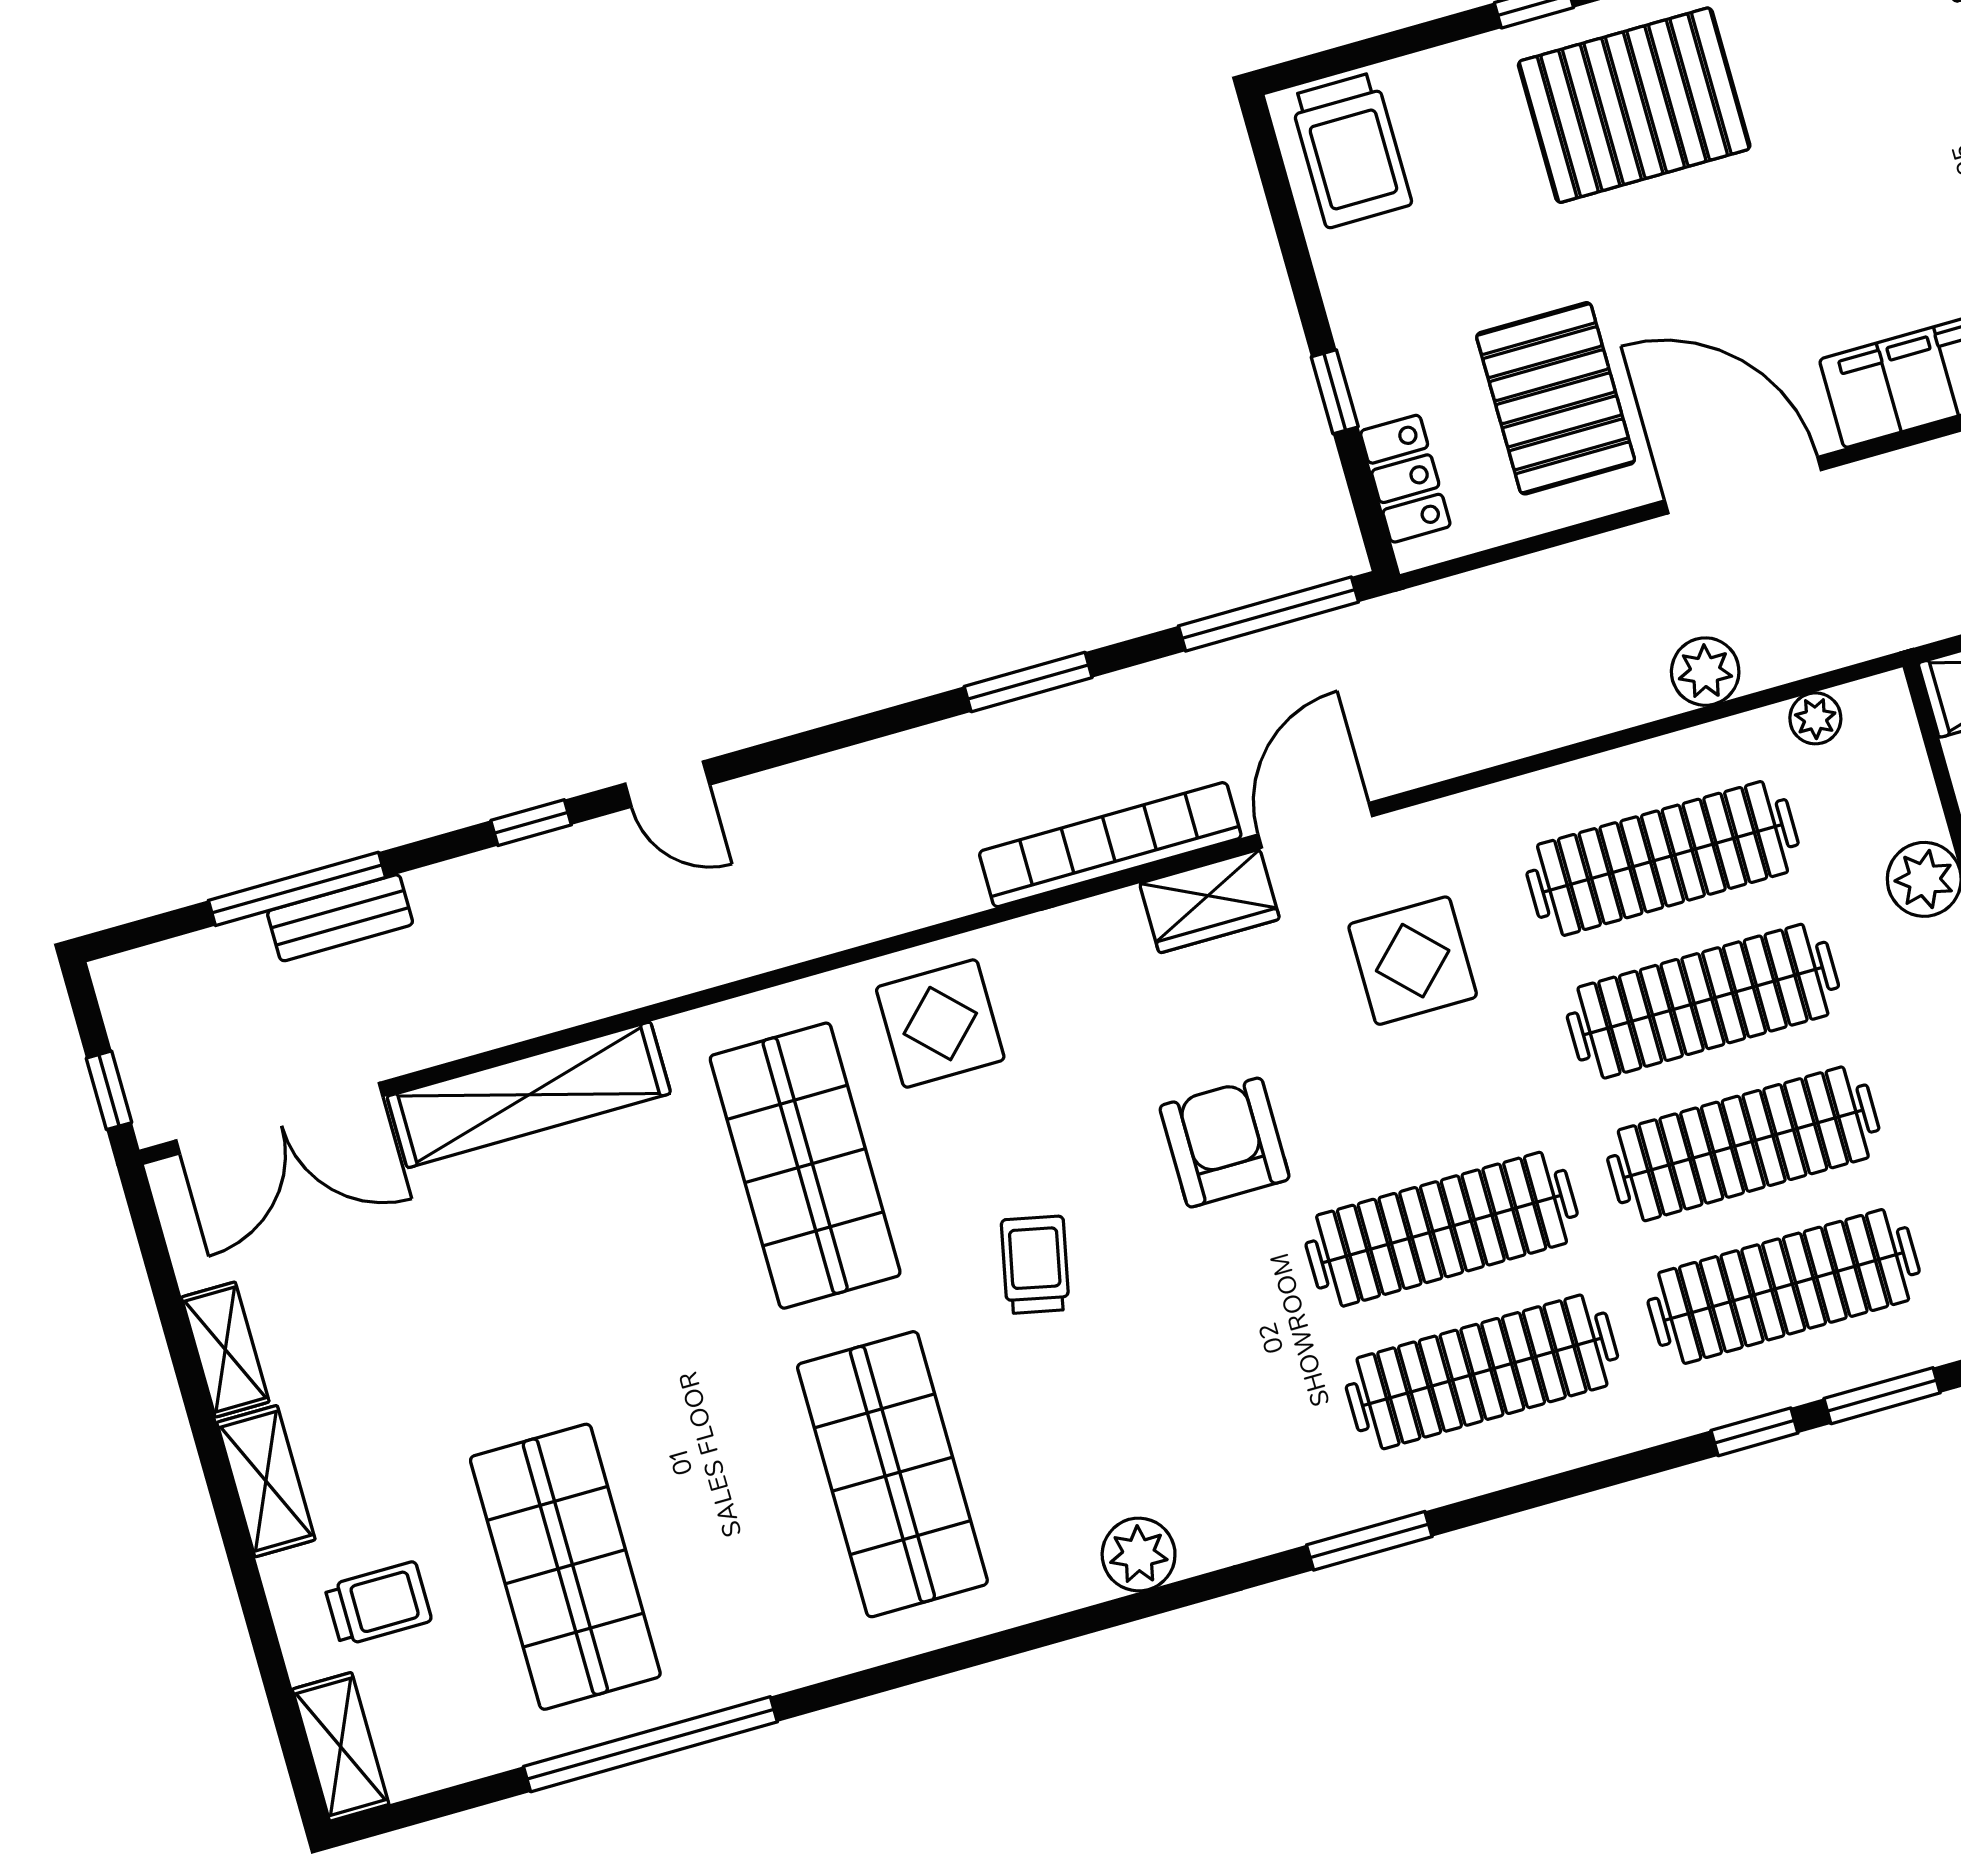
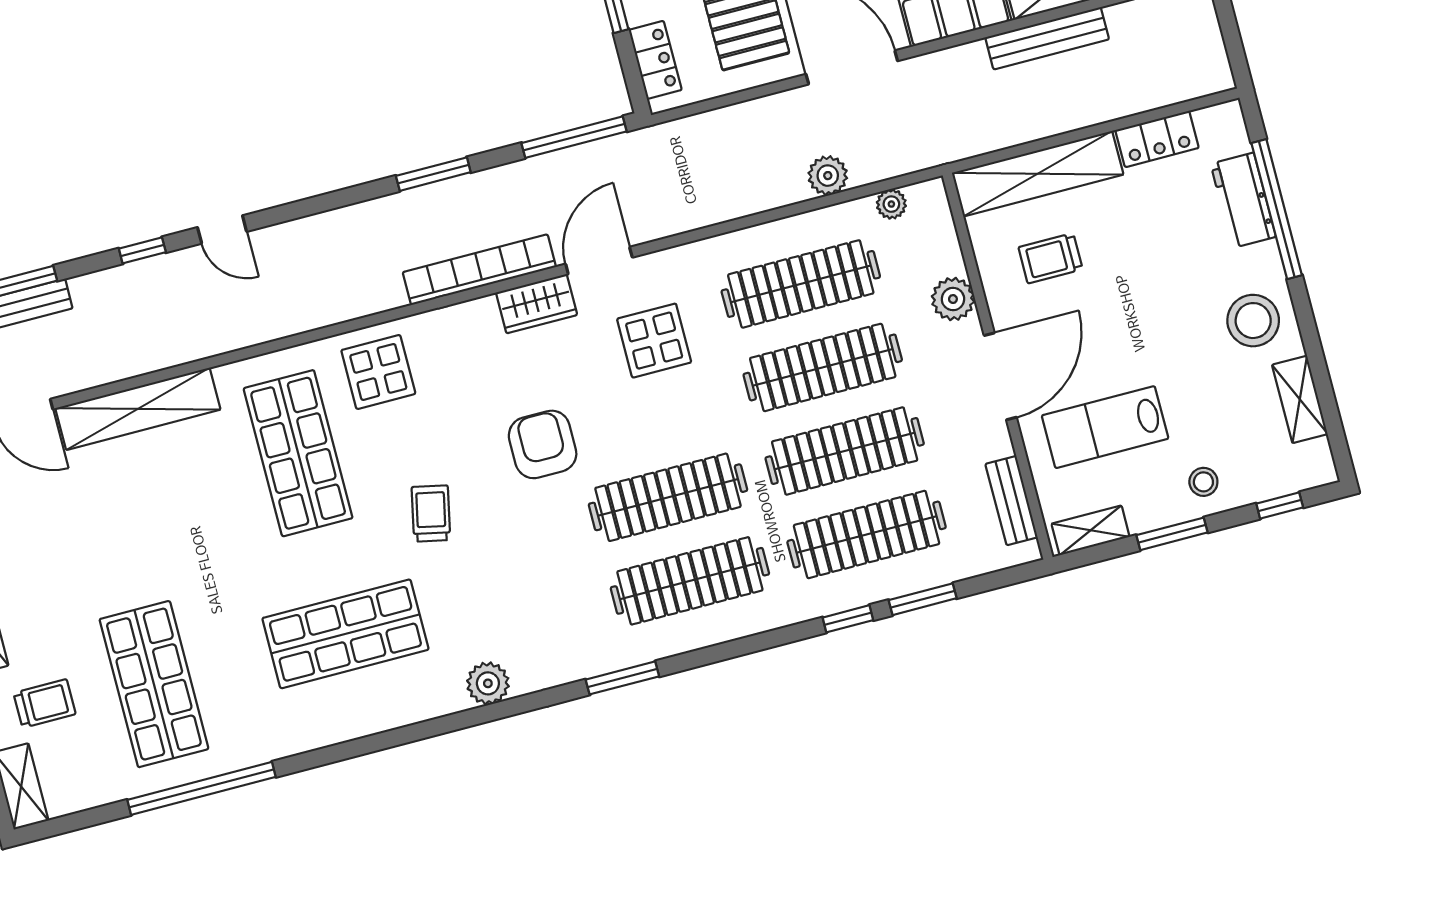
shop shelf: (892, 1474) -> (345, 634), turned 90

